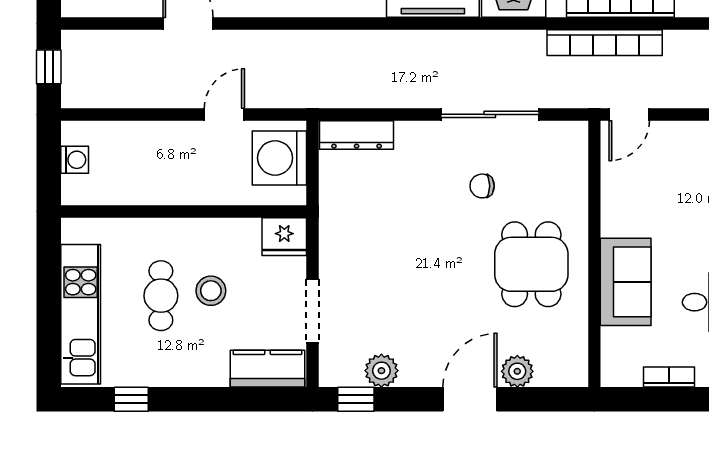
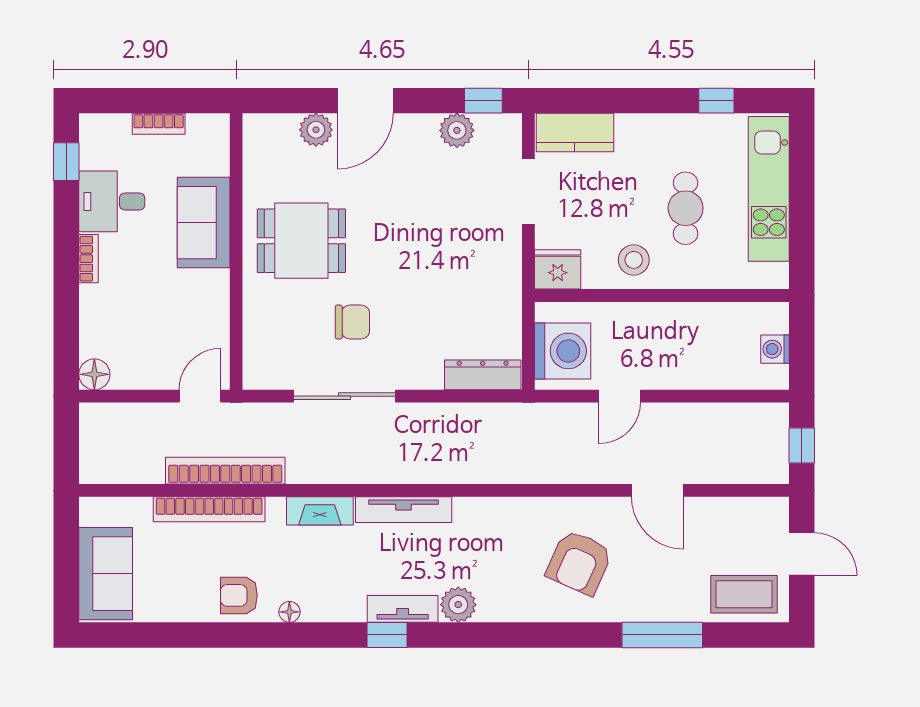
chair: (482, 186) -> (352, 322), width x1.37, depth x1.37
dining table: (531, 264) -> (301, 241), turned 90
stool: (211, 291) -> (634, 260), moved

